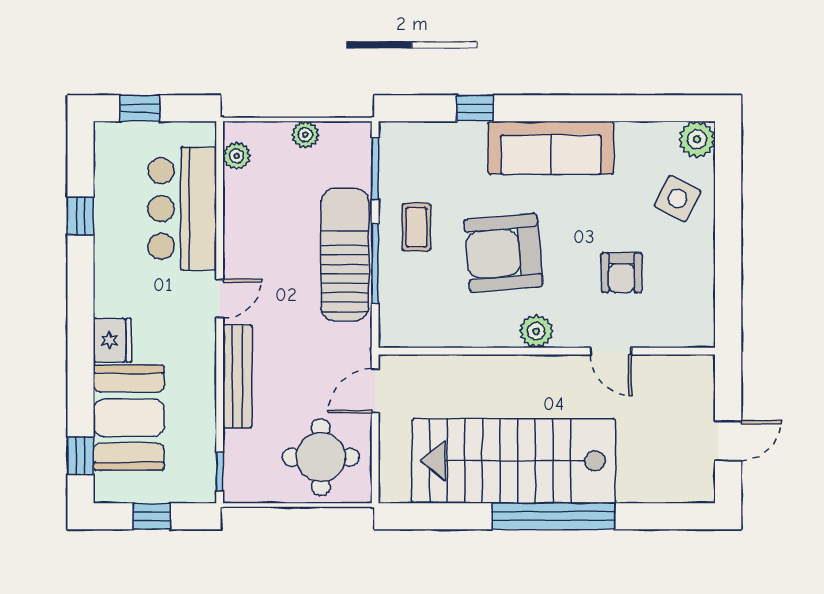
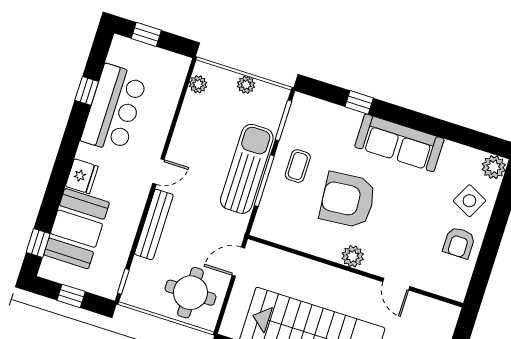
bar counter: (182, 208) -> (114, 109), moved, turned 180
armchair: (622, 273) -> (459, 243), moved

